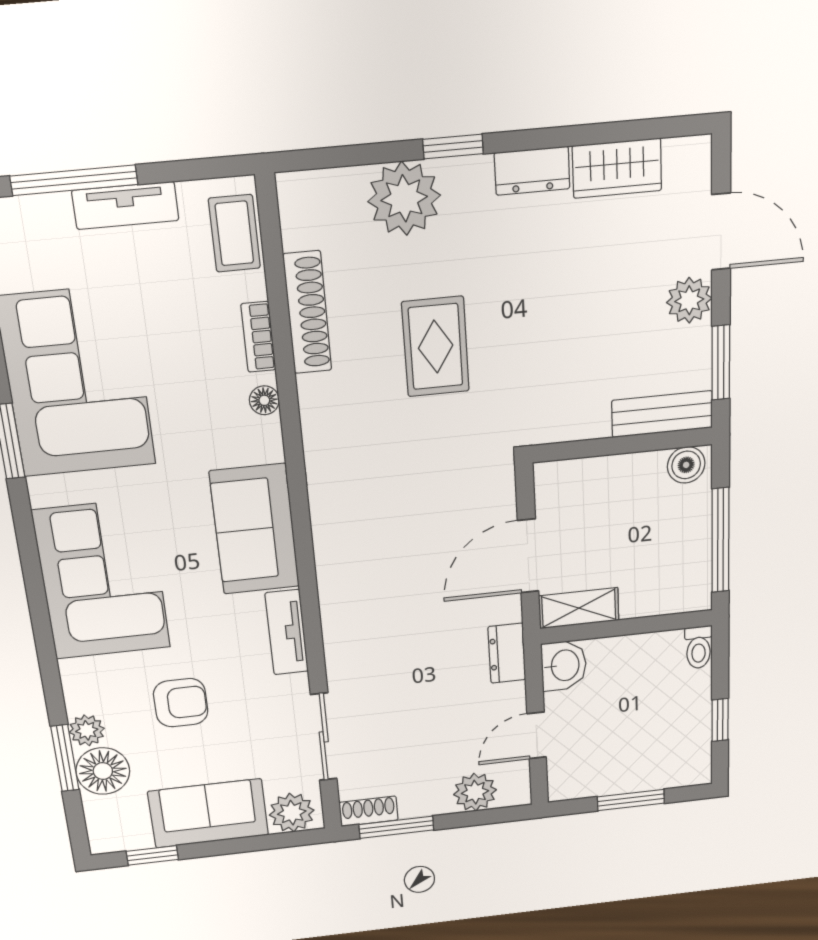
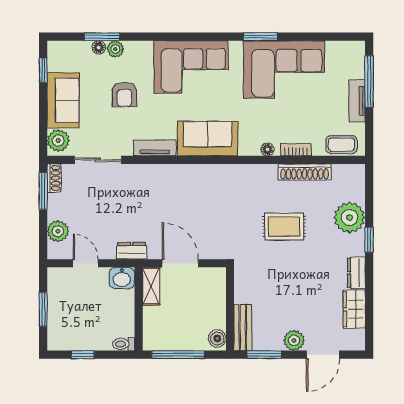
floor lamp: (103, 771) -> (99, 47), width x0.53, depth x0.53

